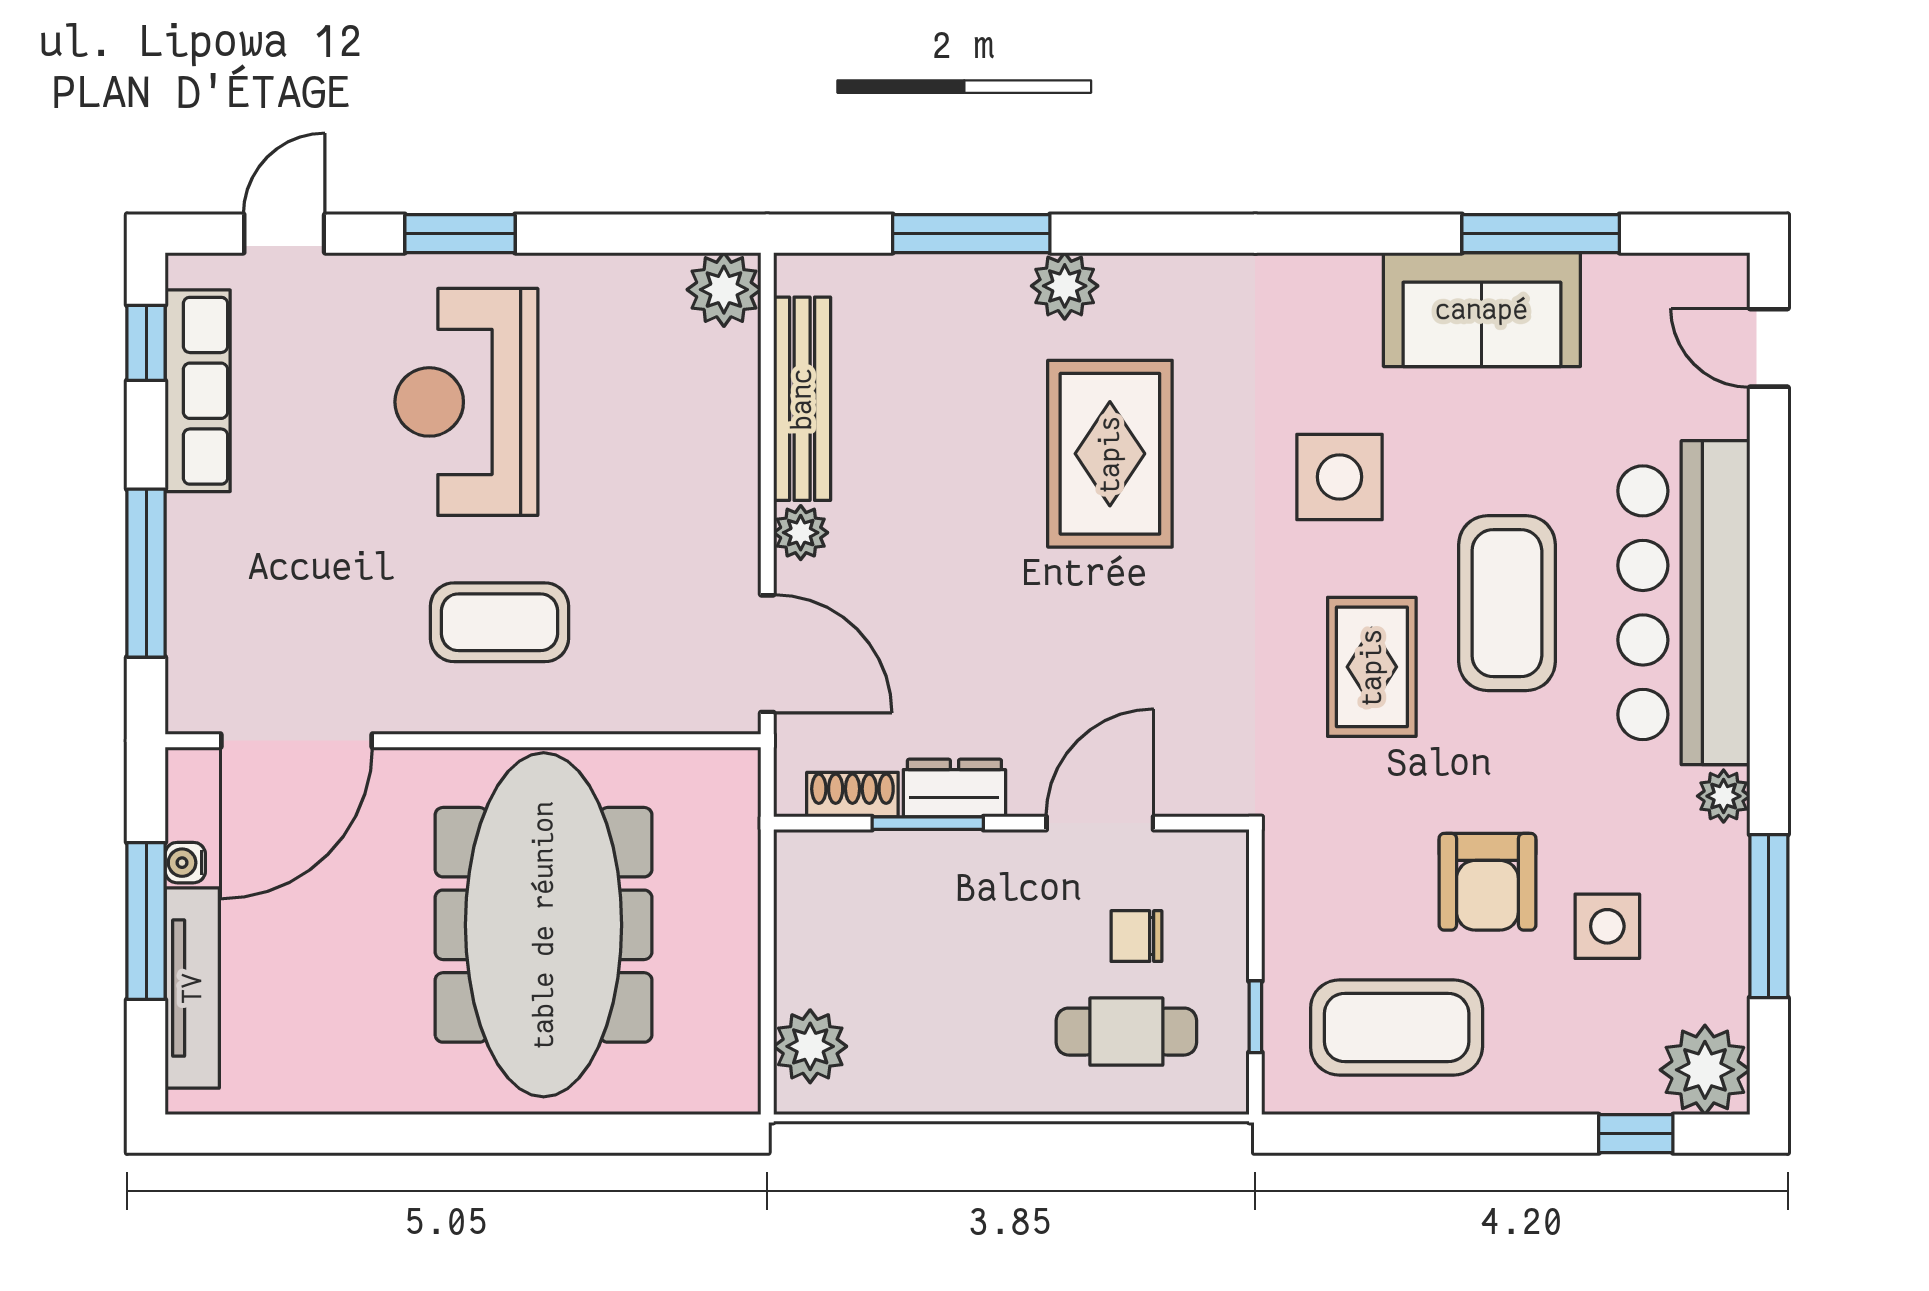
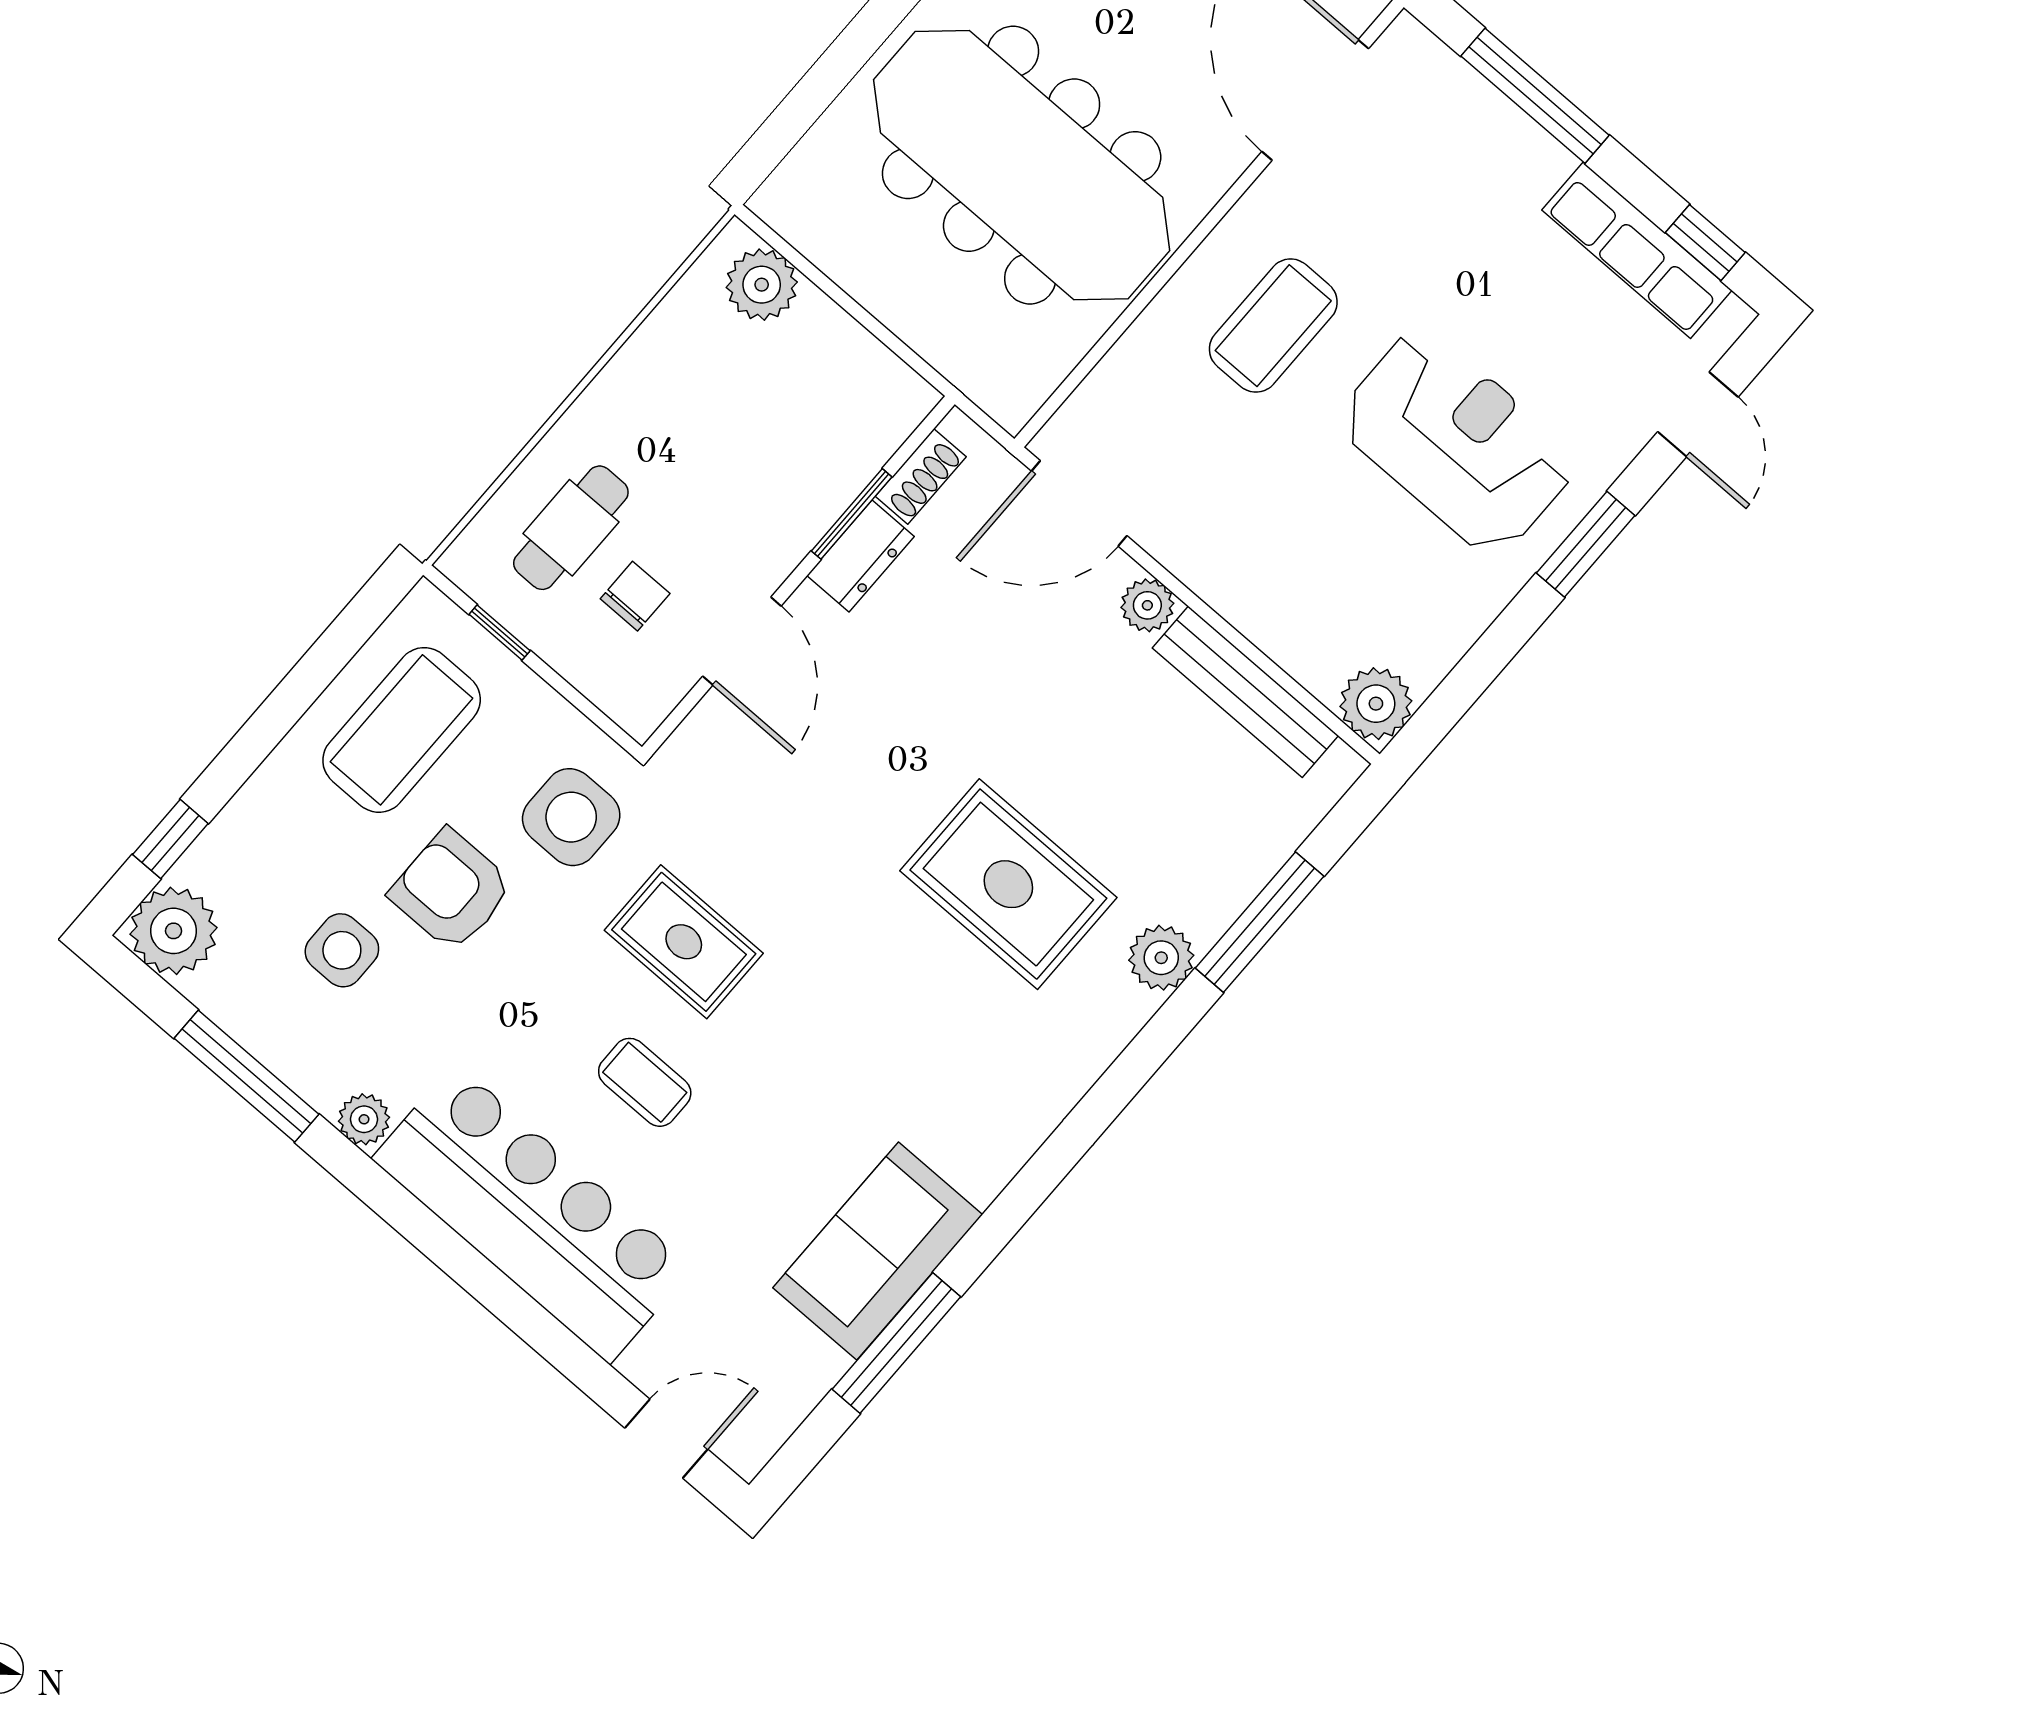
side table: (1340, 477) -> (571, 817), moved
coffee table: (1507, 603) -> (645, 1082), width x0.54, depth x0.58

